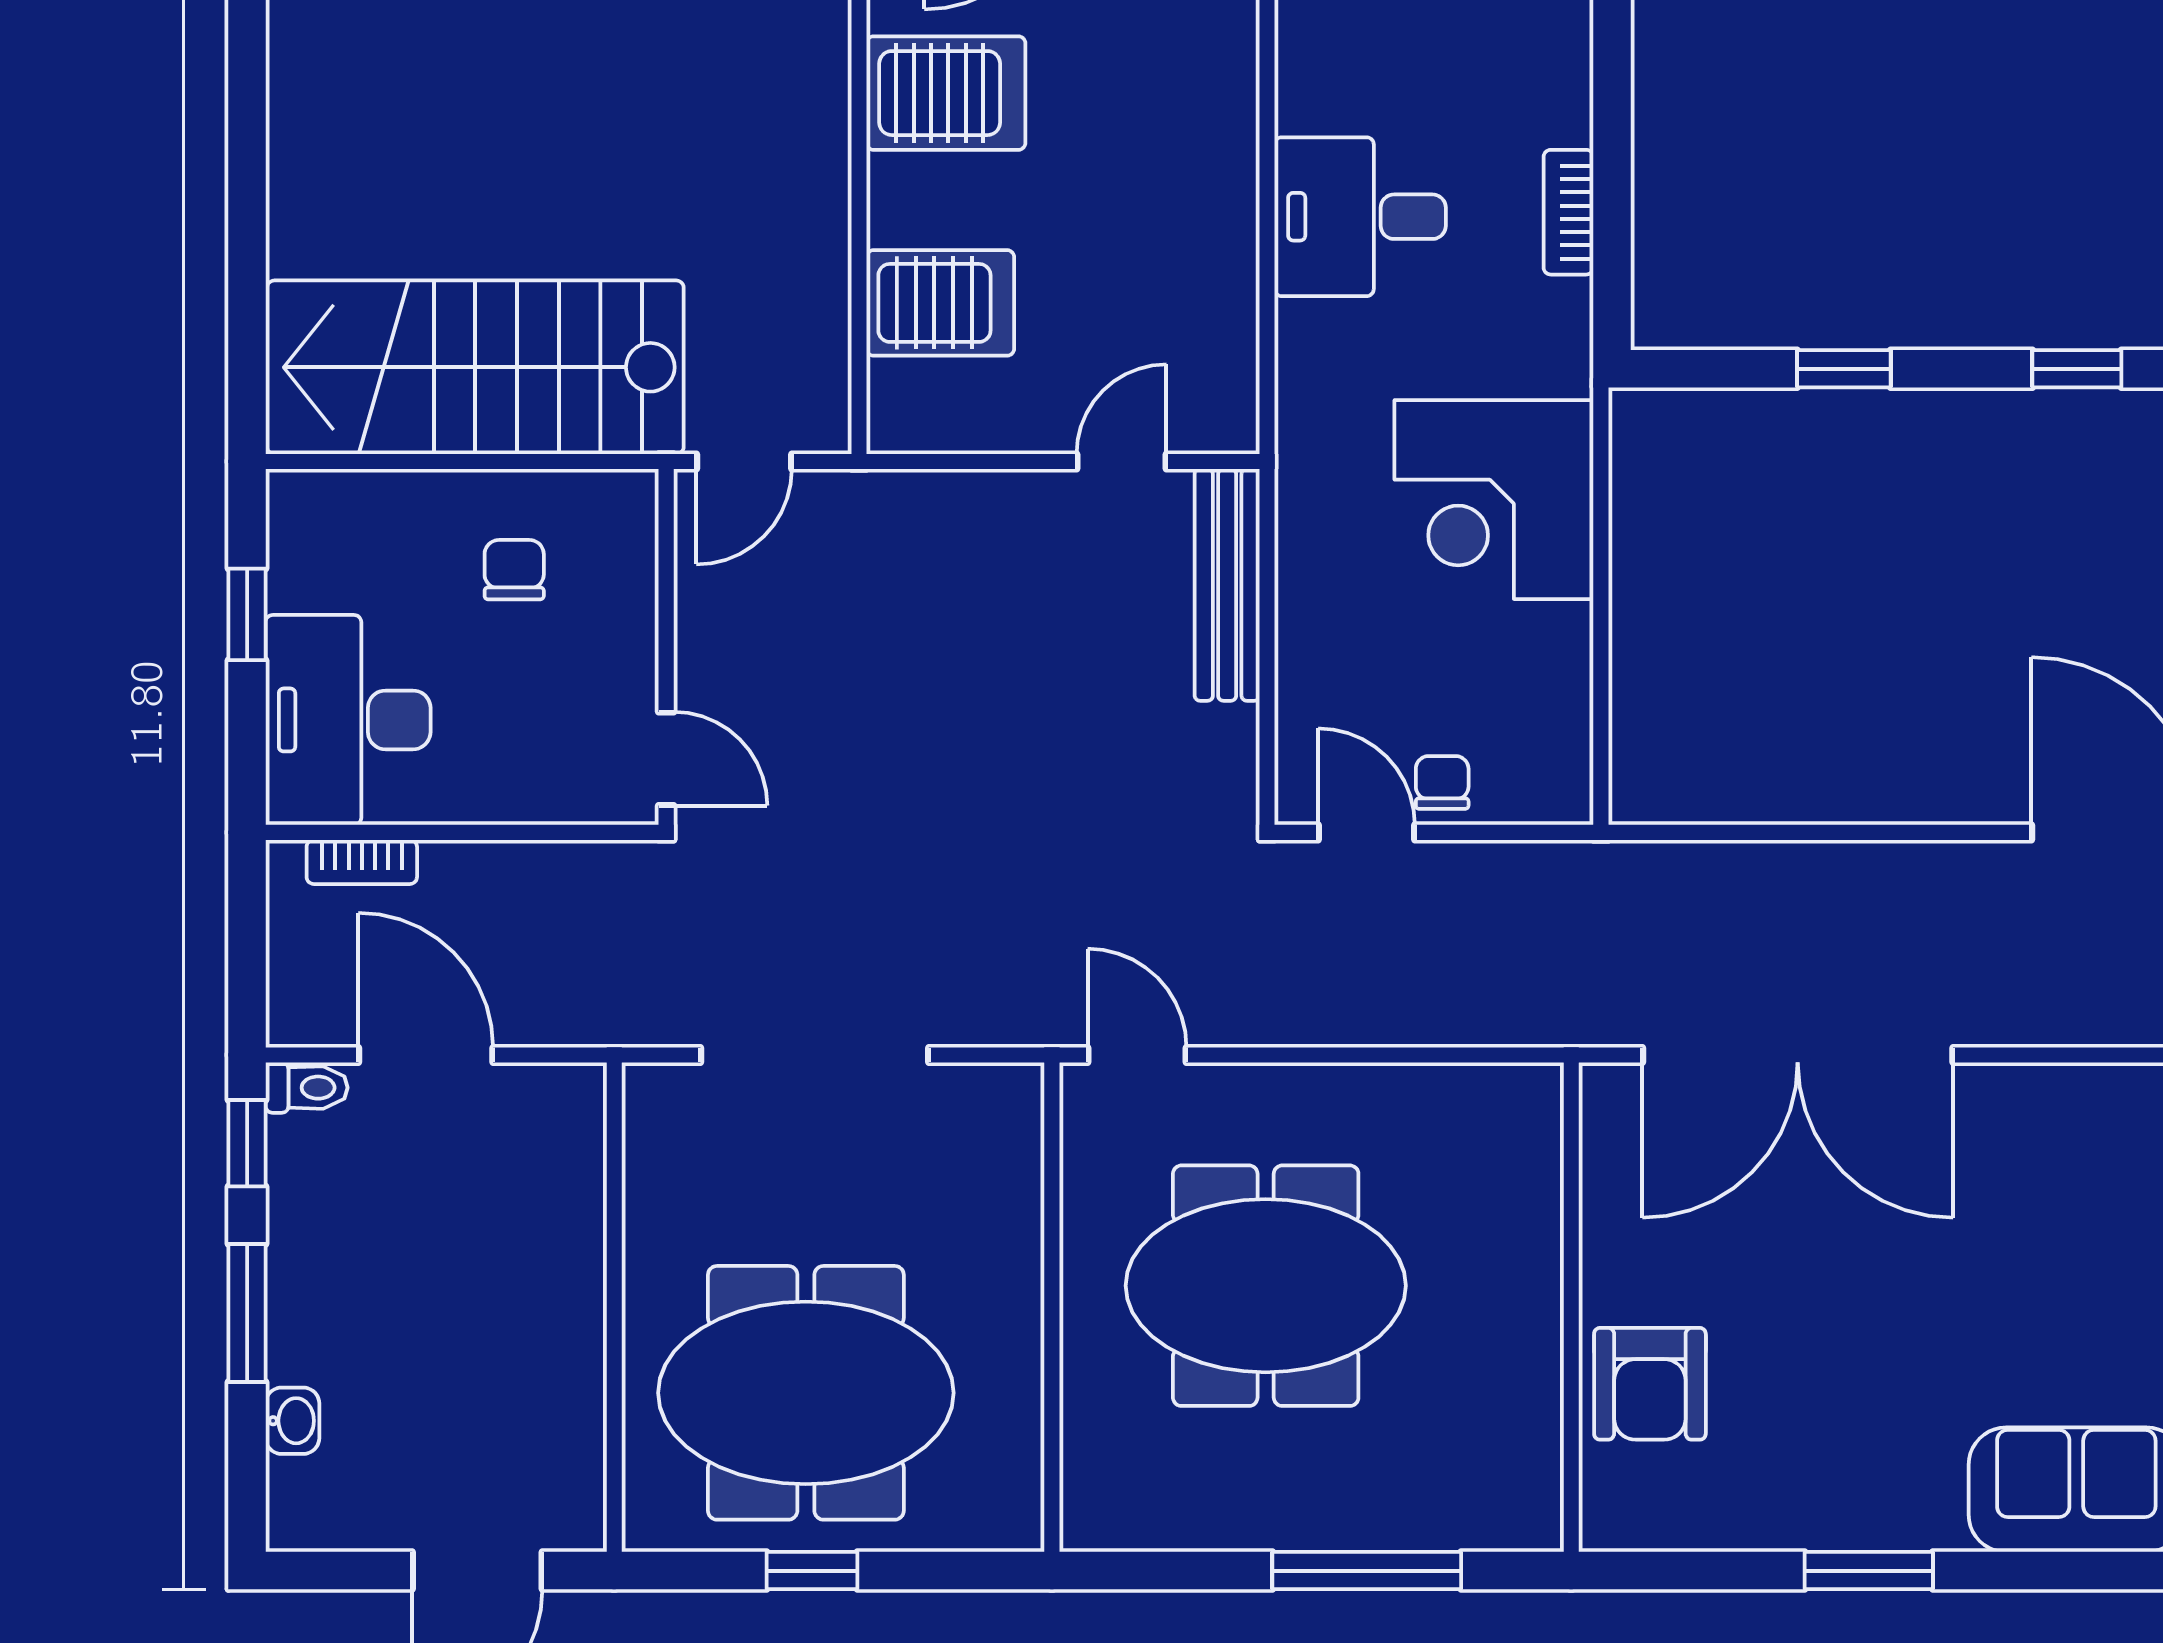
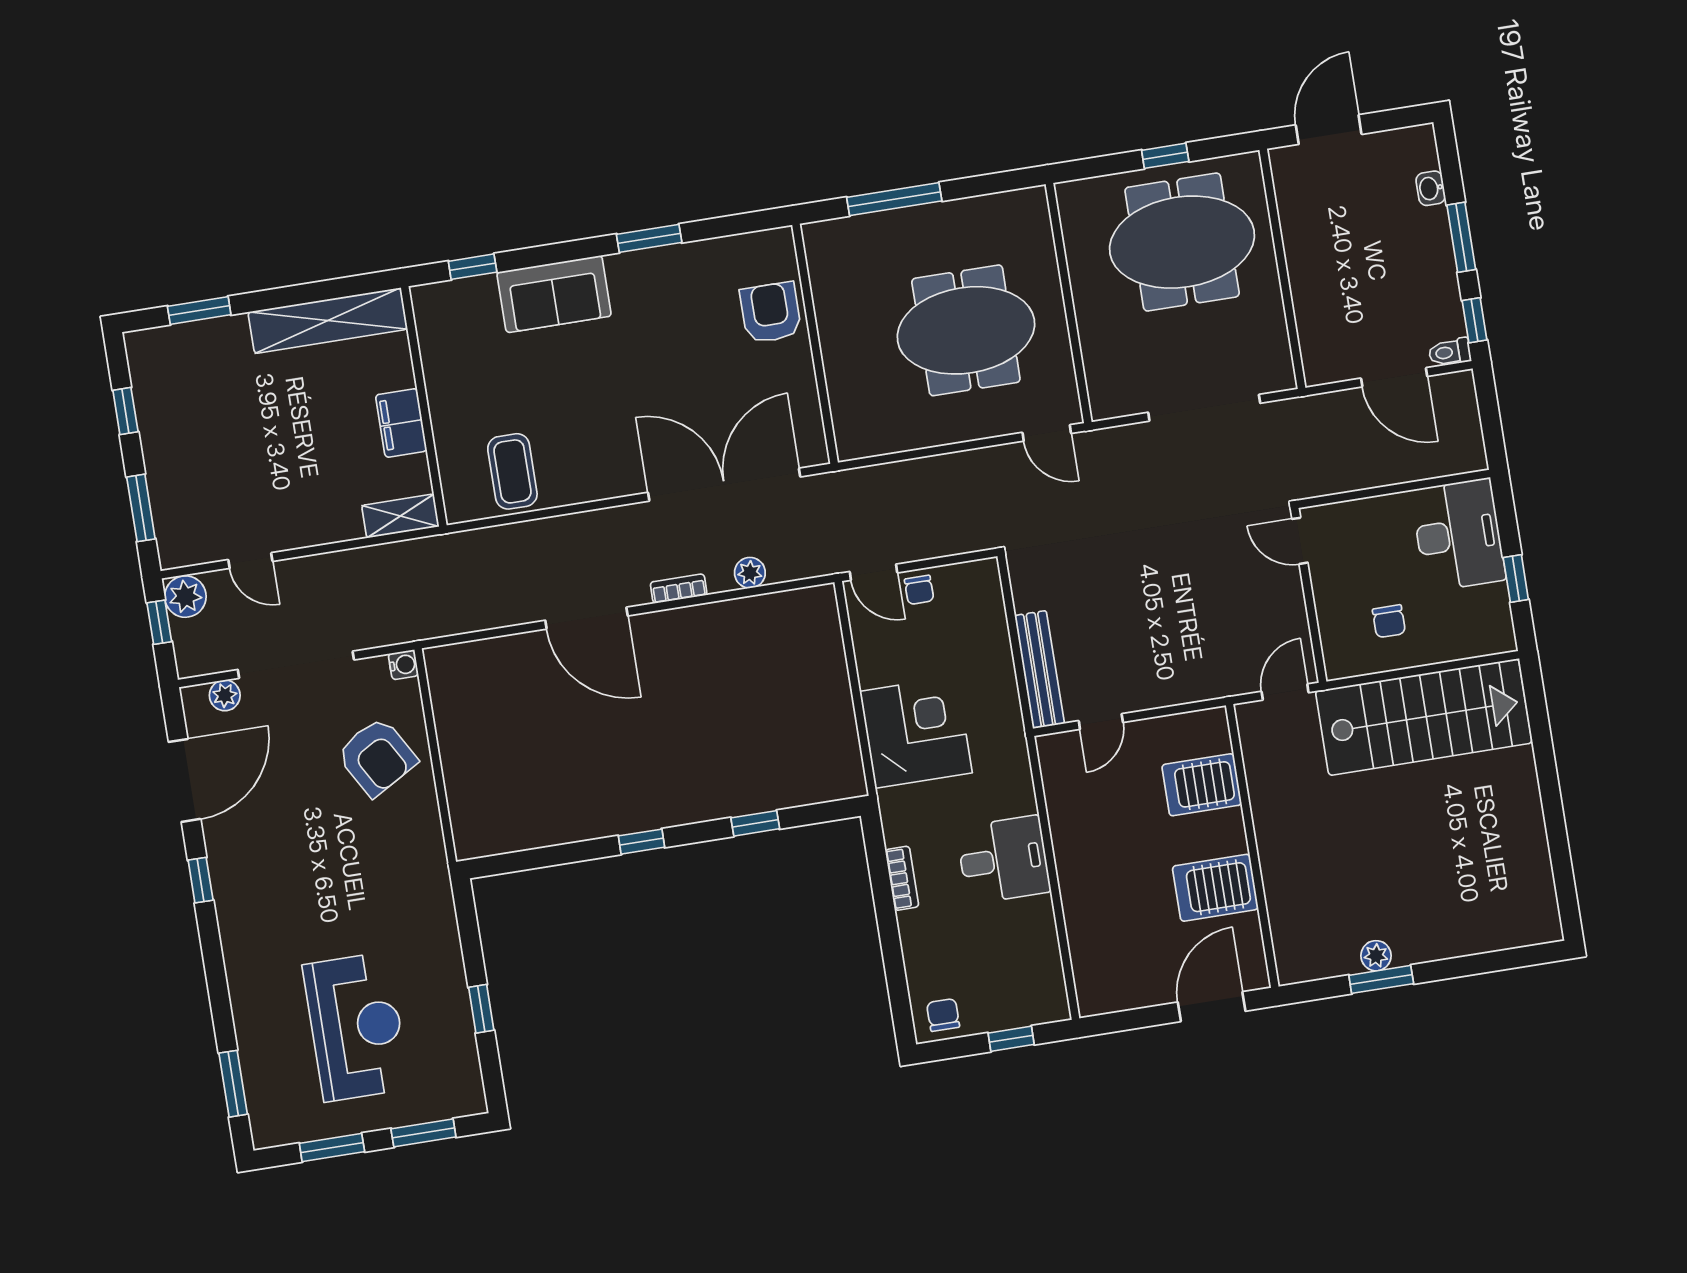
door: (1367, 832) -> (874, 572), moved
bookcase: (362, 862) -> (679, 589), moved
plant: (1774, 871) -> (750, 573), added

